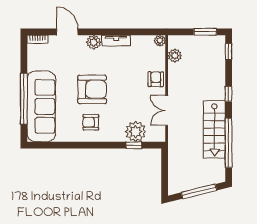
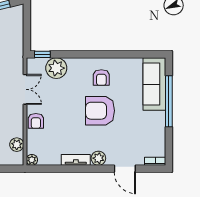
sofa: (41, 106) -> (154, 84), width x0.74, depth x0.79
armchair: (91, 122) -> (101, 78), turned 90
window: (134, 145) -> (42, 54), moved

